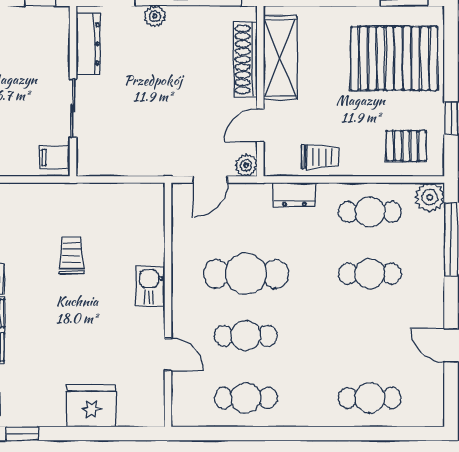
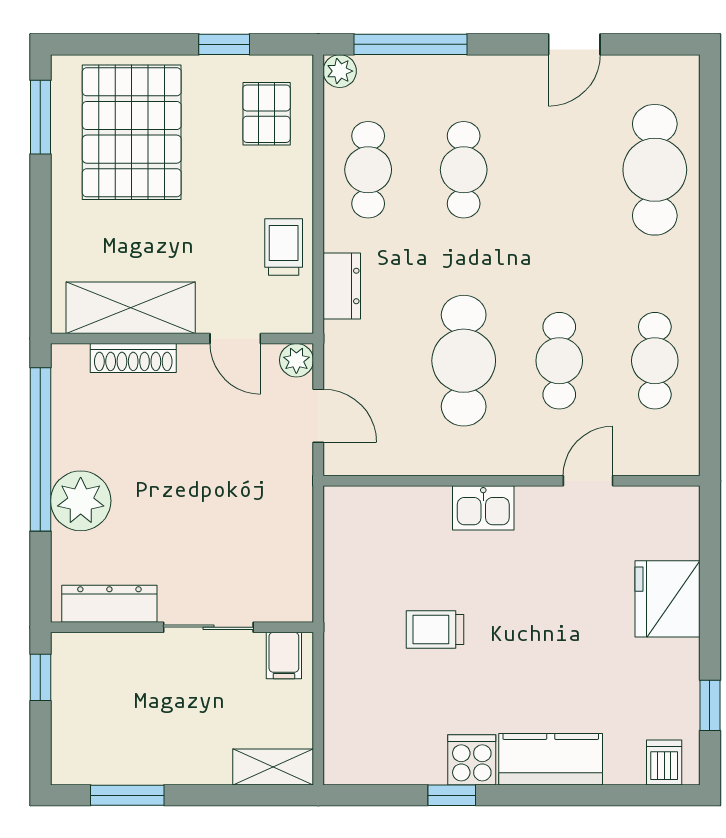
plant: (155, 16) -> (81, 501), width x1.87, depth x1.87
shoe rack: (245, 59) -> (133, 358), width x0.74, depth x0.81
plant: (430, 197) -> (340, 71), width x0.73, depth x0.73
cafe table: (370, 398) -> (655, 170), width x1.37, depth x1.35

